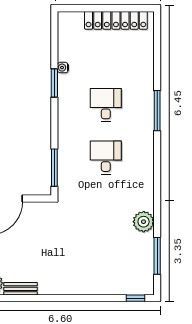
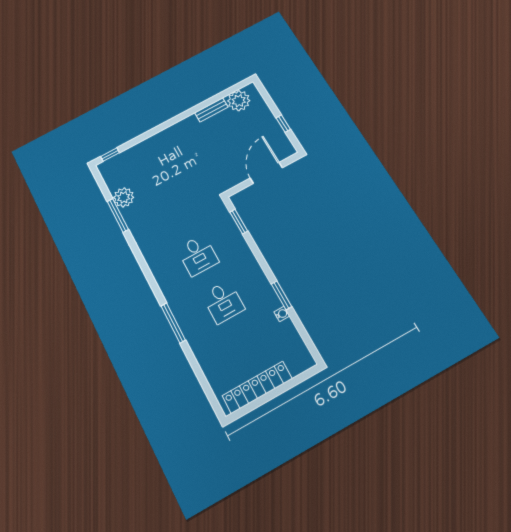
window: (54, 168) -> (239, 222), width x0.69
plant: (144, 222) -> (124, 197), moved
window: (157, 256) -> (118, 215), moved

